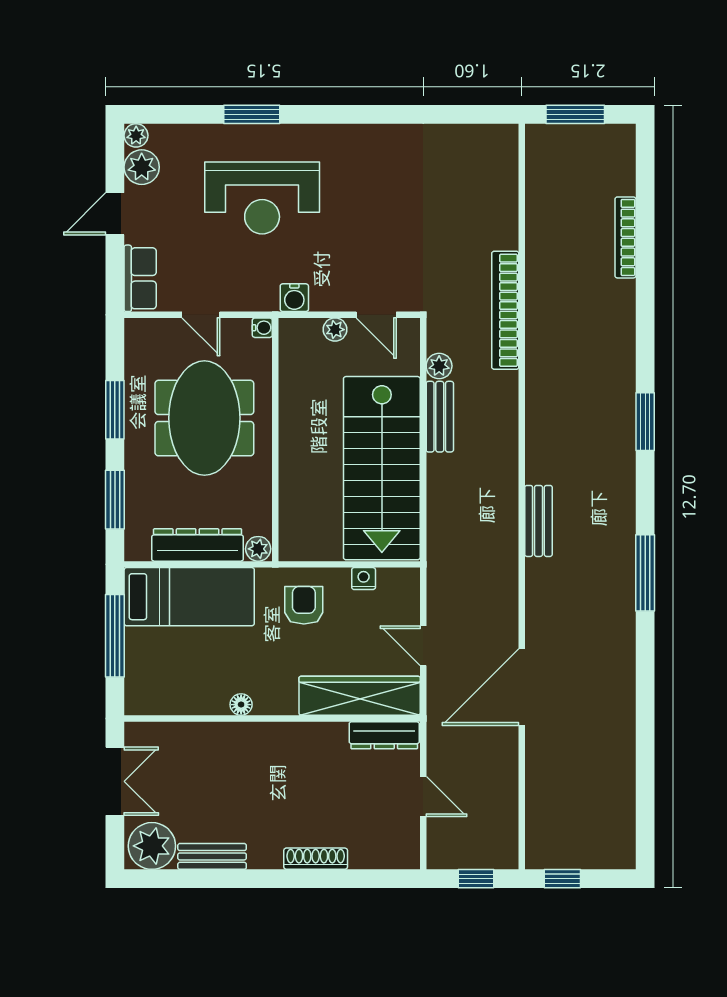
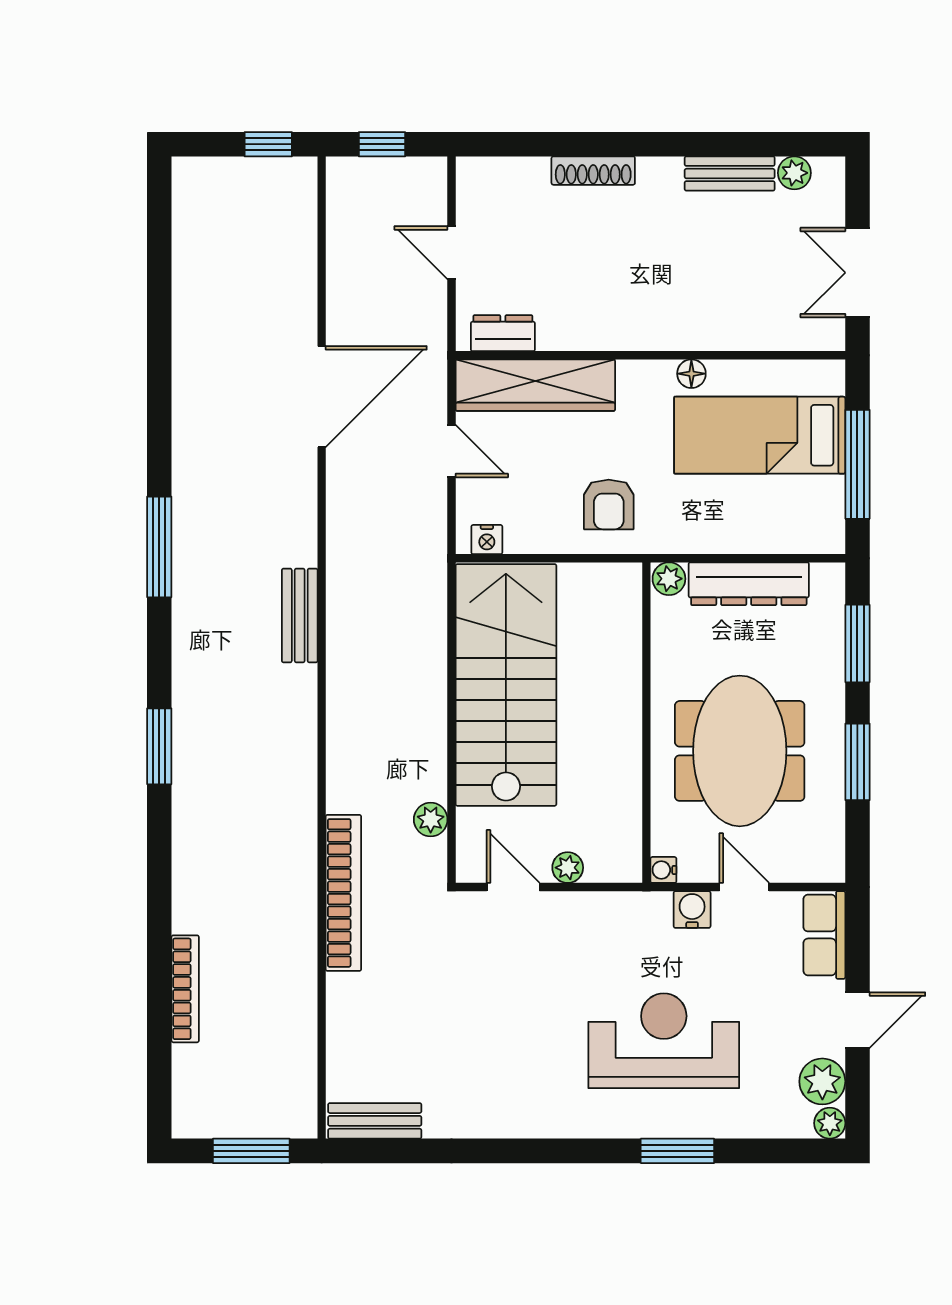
water cooler: (294, 298) -> (692, 909), moved
bench: (440, 417) -> (375, 1121), moved, turned 90
nightstand: (364, 579) -> (487, 540), moved
bed: (189, 597) -> (760, 435), moved
dresser: (384, 735) -> (503, 333), width x0.70
plant: (152, 846) -> (794, 173), width x0.53, depth x0.53

